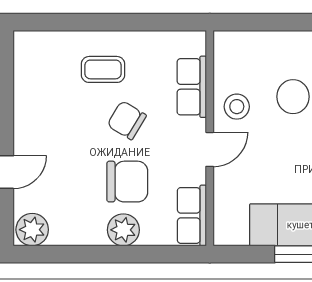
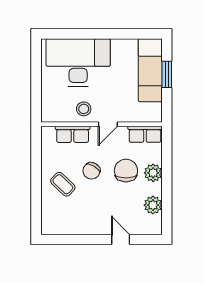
coffee table: (103, 69) -> (63, 184), turned -46
door: (210, 149) -> (108, 124), swing flipped
plant: (32, 230) -> (153, 205), moved

